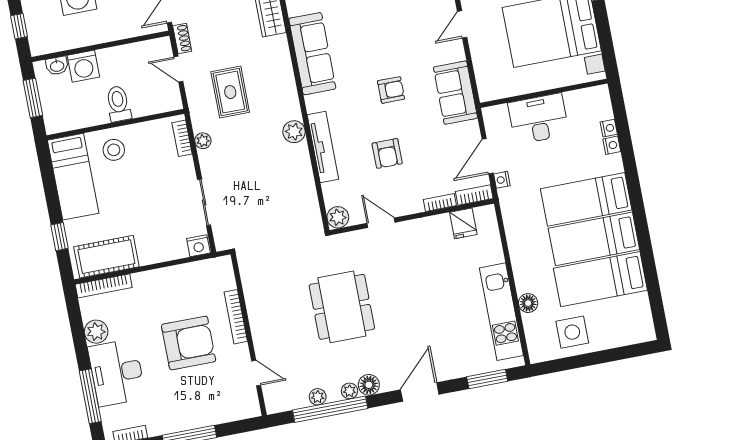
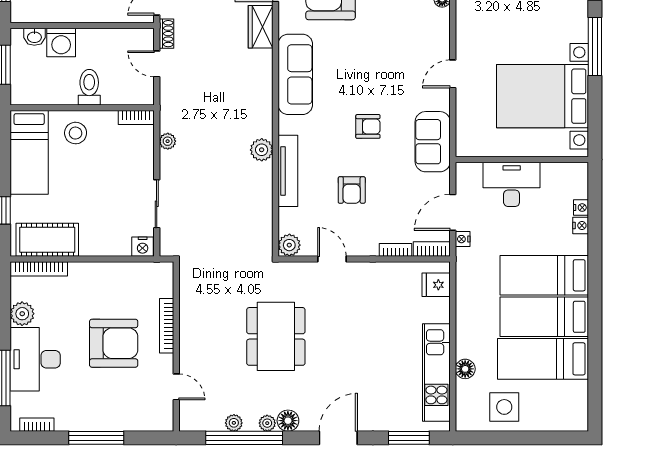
rug: (230, 92) -> (205, 97), removed
bookcase: (182, 138) -> (136, 117), moved, turned -90
fridge: (463, 223) -> (436, 285), moved, turned 90

